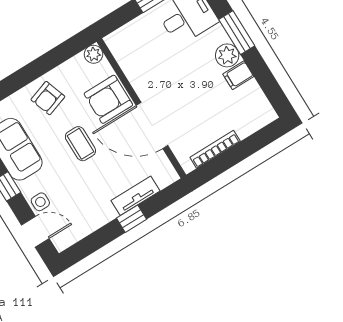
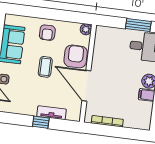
armchair: (48, 98) -> (47, 33), turned -71
armchair: (108, 99) -> (76, 56), turned 90

